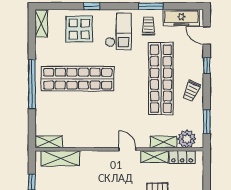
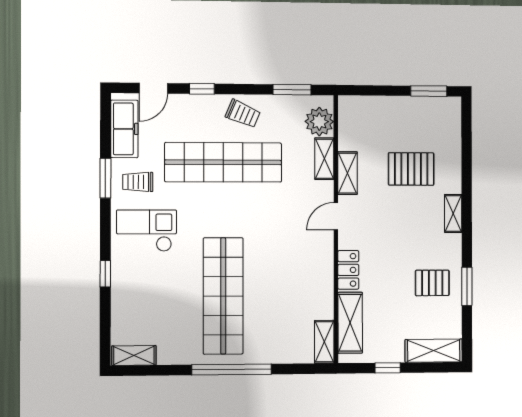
display table: (79, 29) -> (143, 294), removed
locker: (182, 157) -> (348, 270), moved

